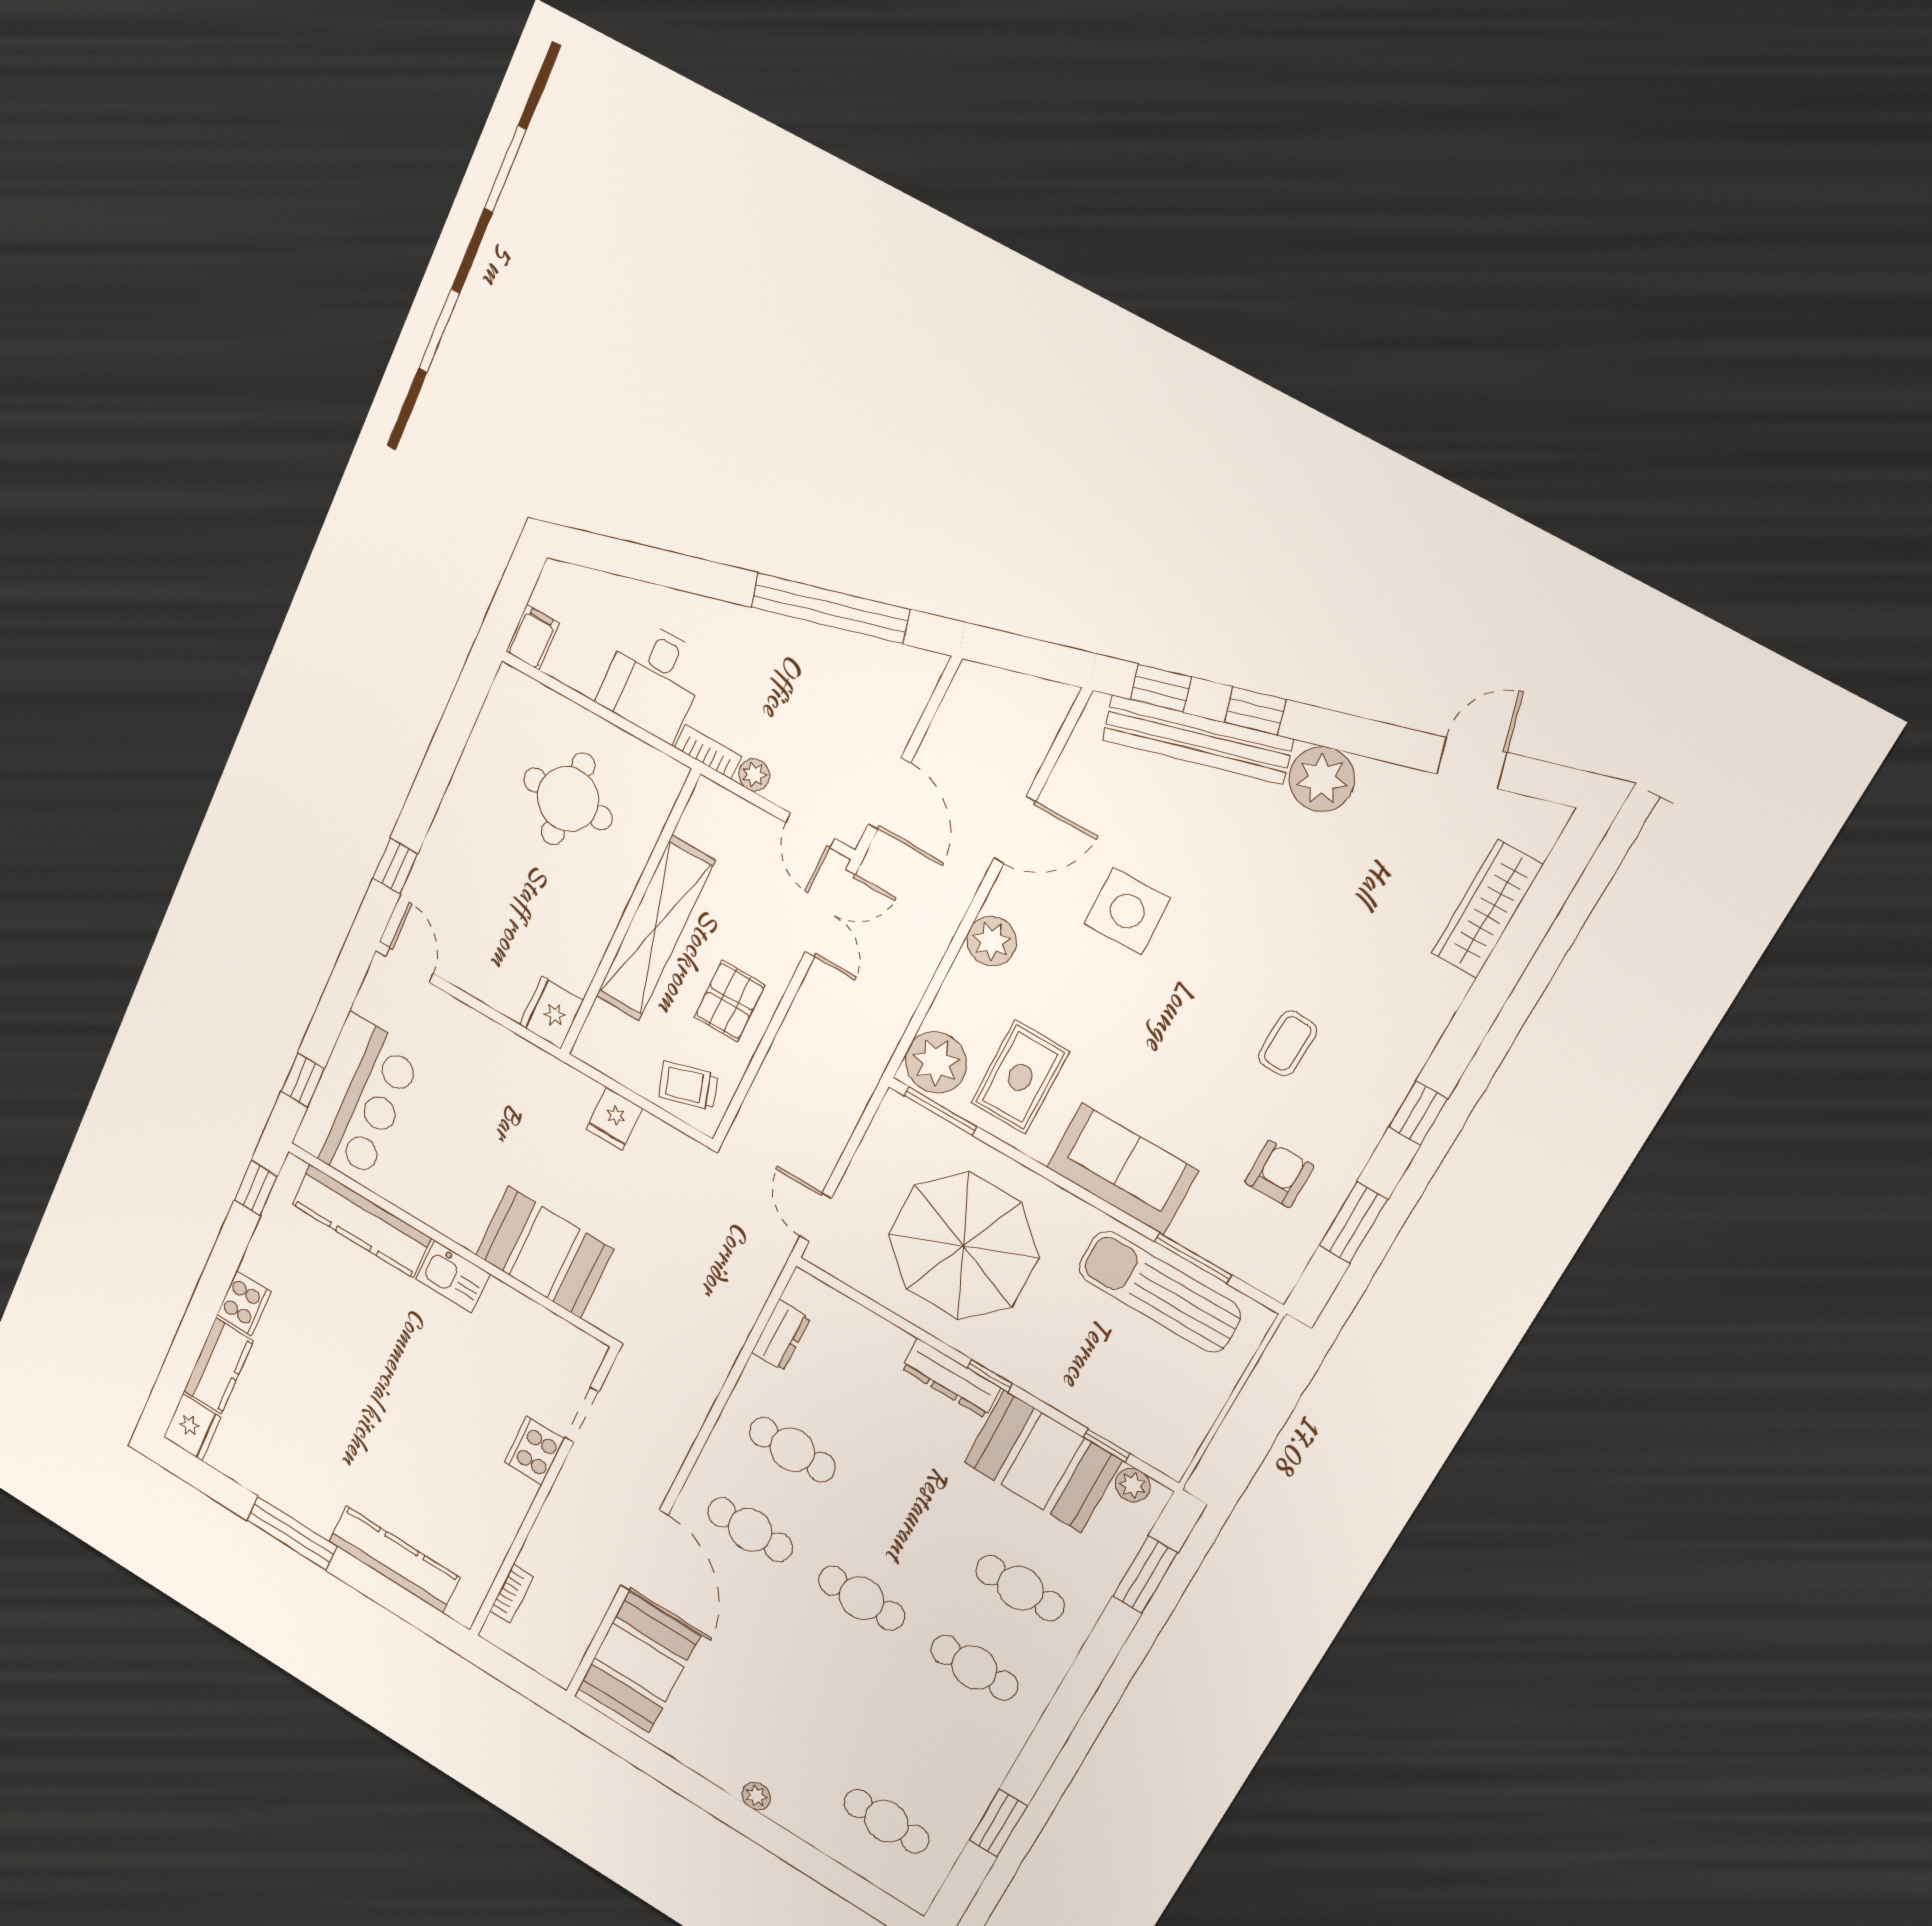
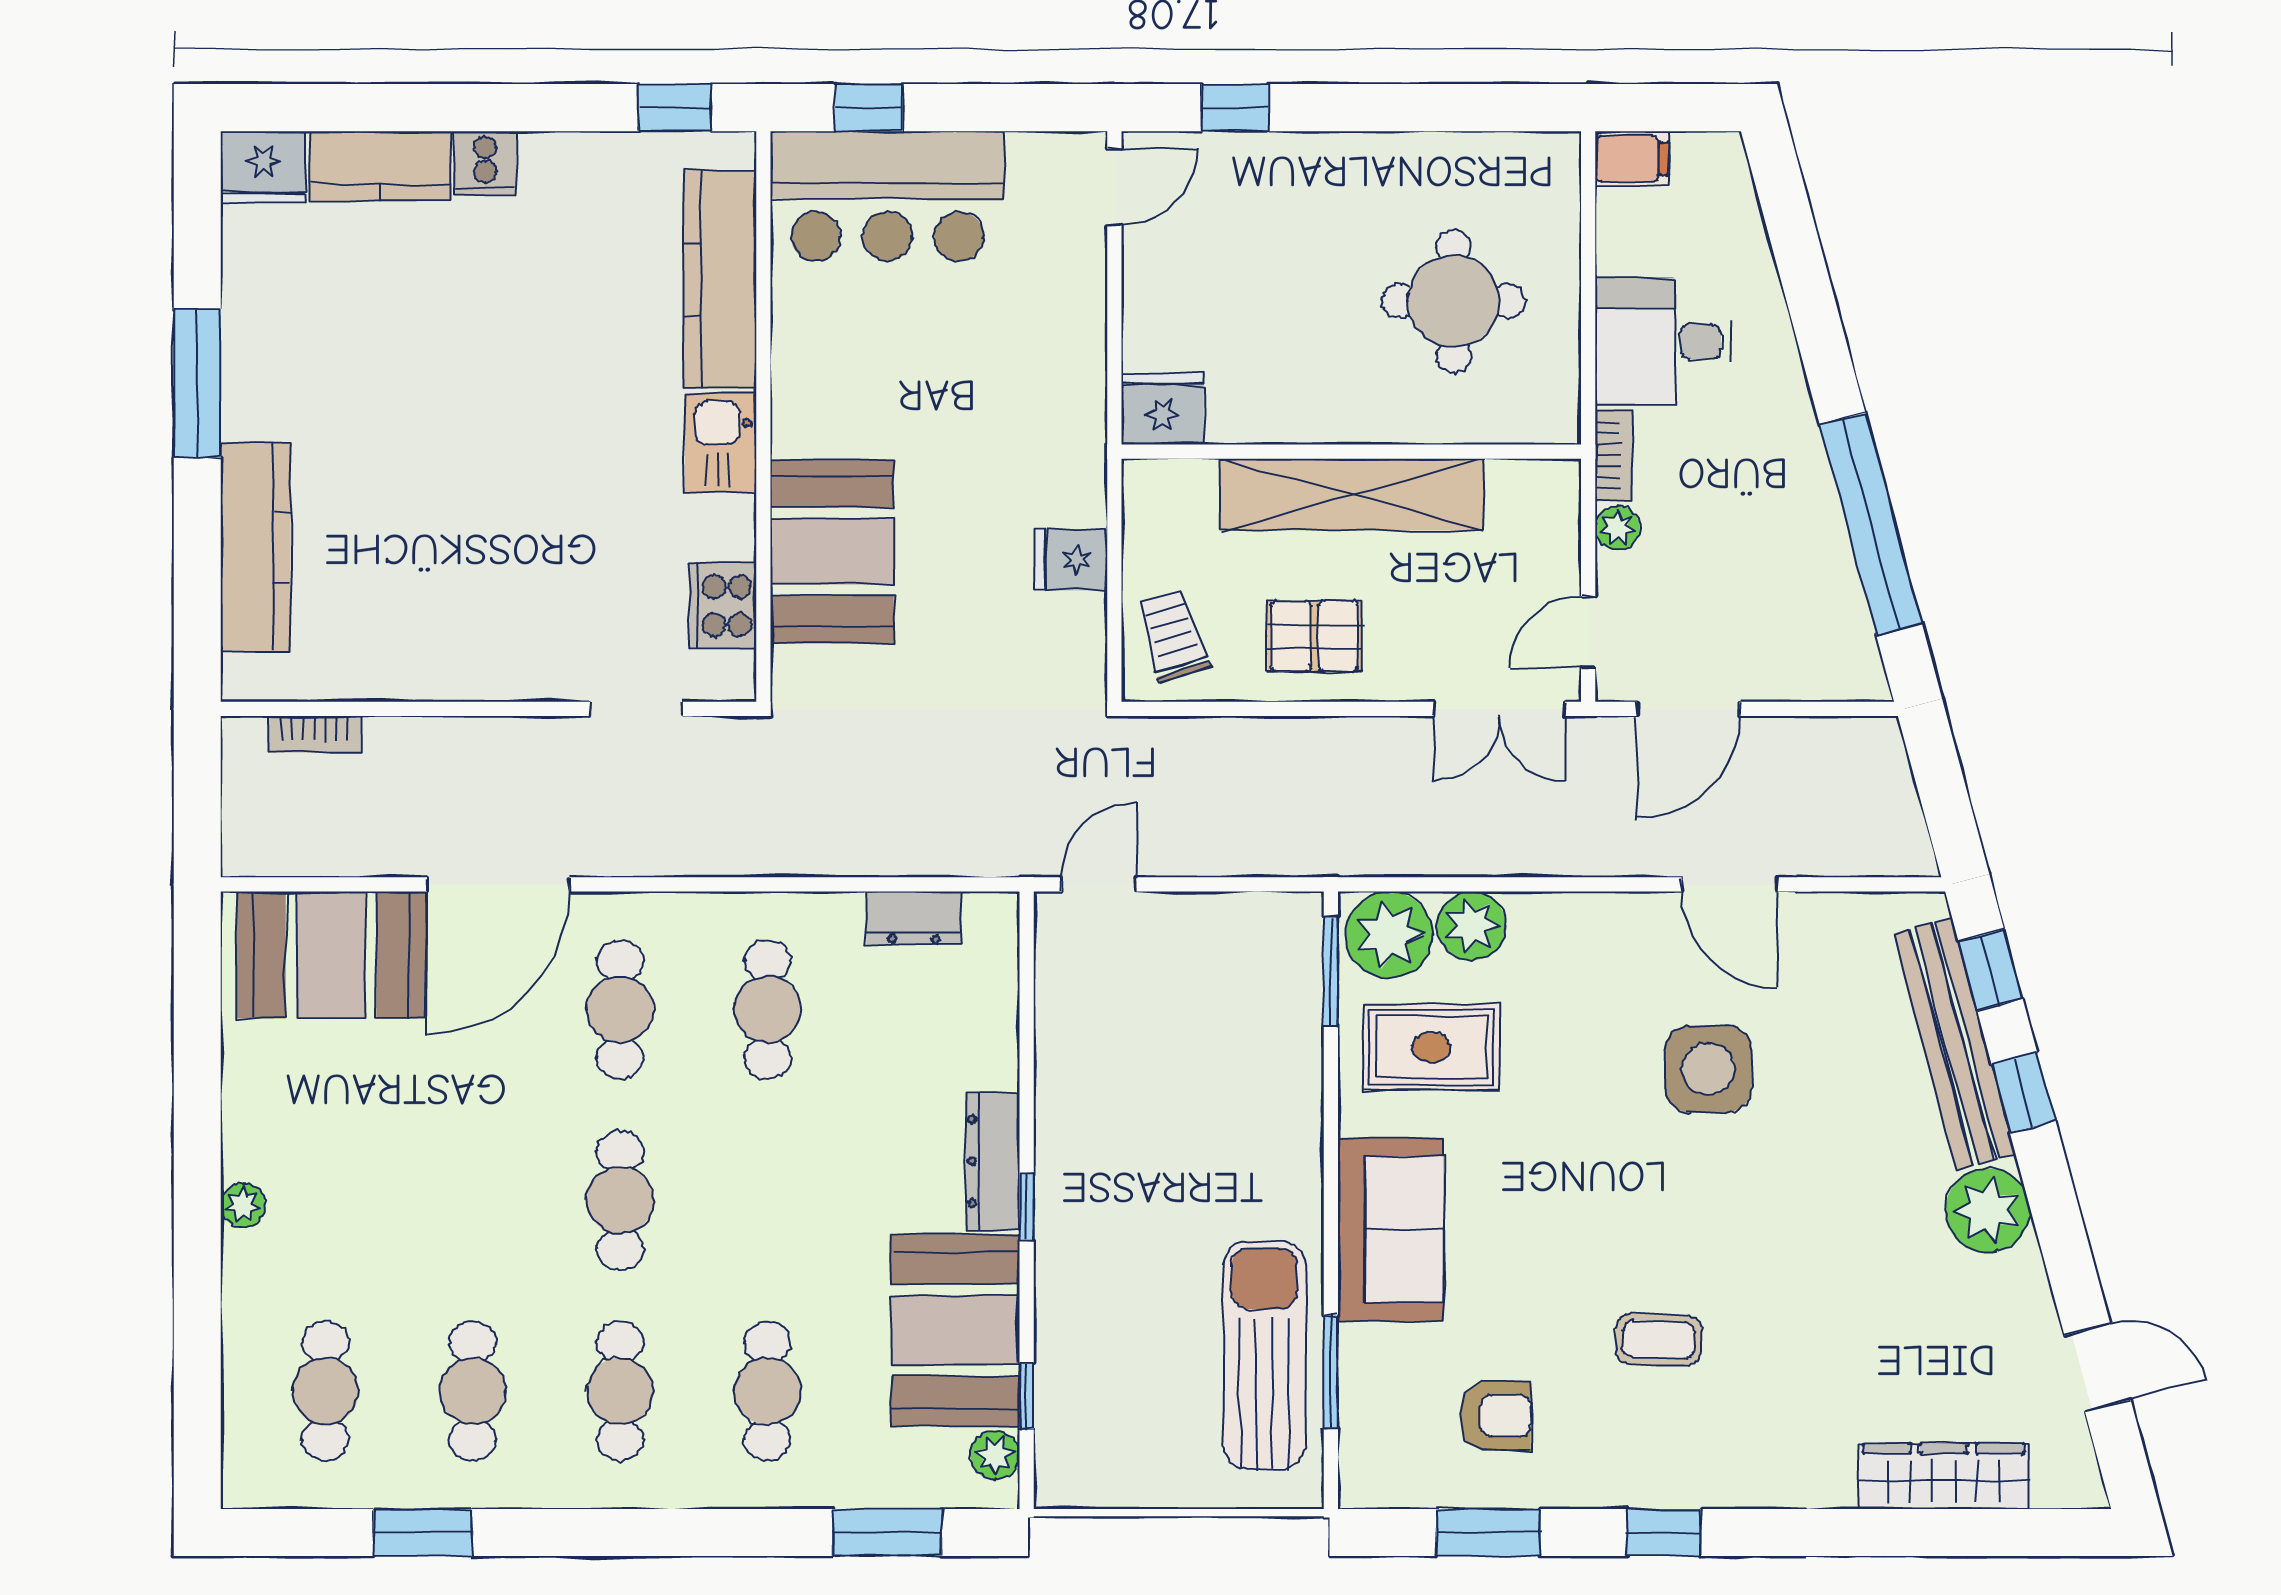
plant: (992, 941) -> (1471, 926), moved
parasol: (963, 1246) -> (1175, 1088), removed
cooker: (244, 1303) -> (485, 163), width x0.73
cooker: (534, 1451) -> (723, 606), moved, turned -90
cafe table: (930, 1745) -> (473, 1391), added

